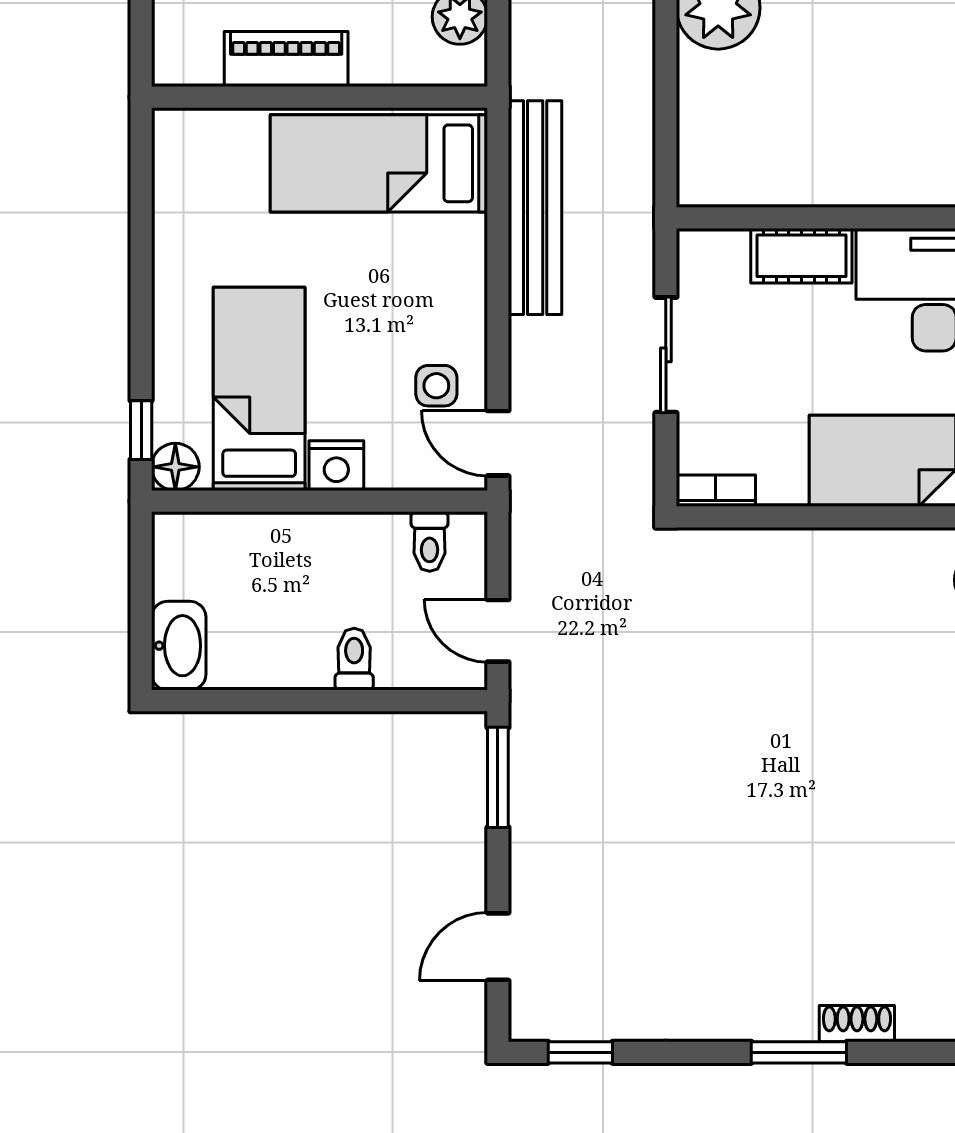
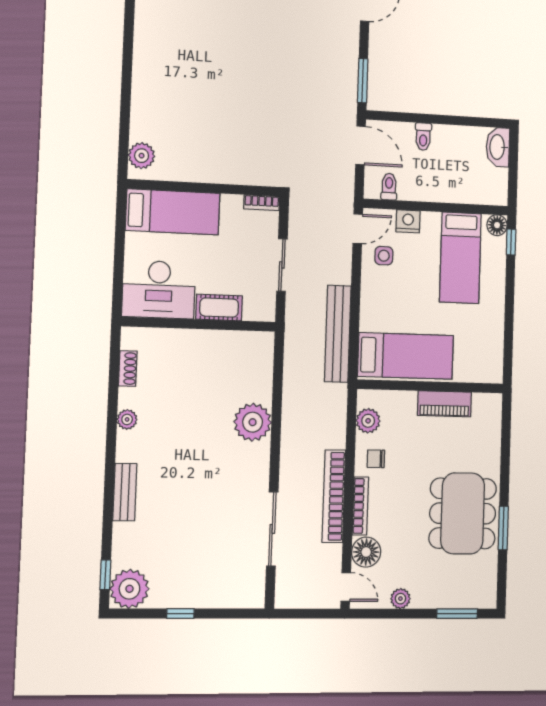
door: (498, 443) -> (358, 229), hinge flipped
nightstand: (336, 466) -> (408, 221), moved
door: (498, 631) -> (360, 145), width x1.38

